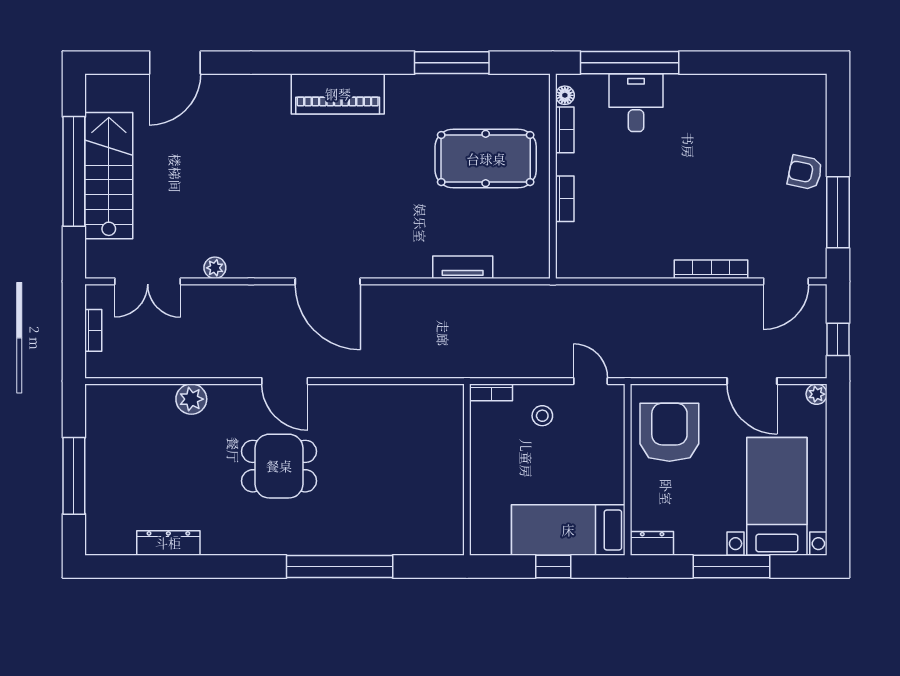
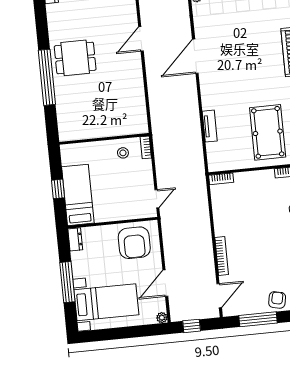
bookcase: (565, 199) -> (221, 179), moved
door: (786, 281) -> (219, 296), swing flipped
stool: (542, 416) -> (123, 153), moved
armchair: (669, 432) -> (134, 243), turned 90
dining table: (279, 466) -> (75, 58), moved, turned 90

